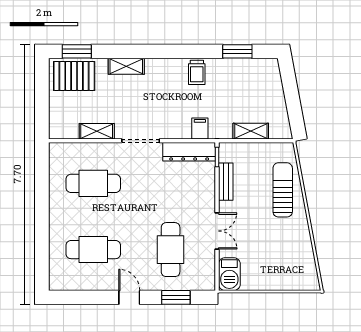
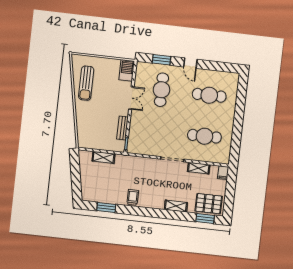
filing cabinet: (200, 128) -> (223, 173), moved
dresser: (189, 152) -> (143, 149), removed
sun lounger: (283, 190) -> (86, 83), moved
double door: (217, 231) -> (131, 98), swing flipped

